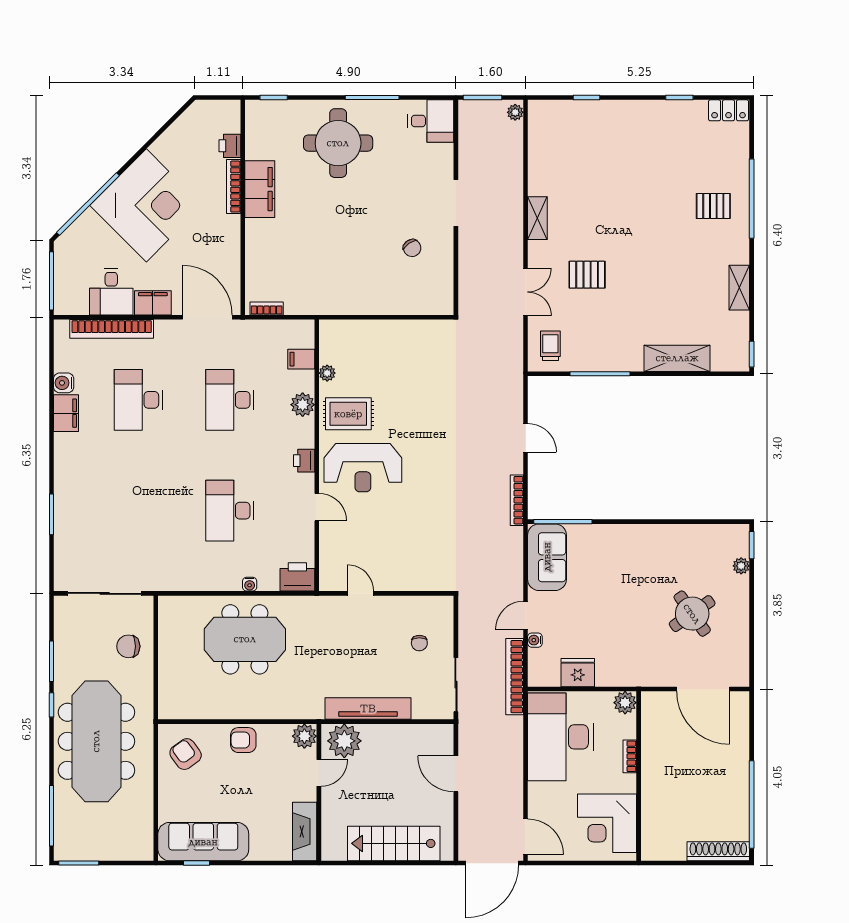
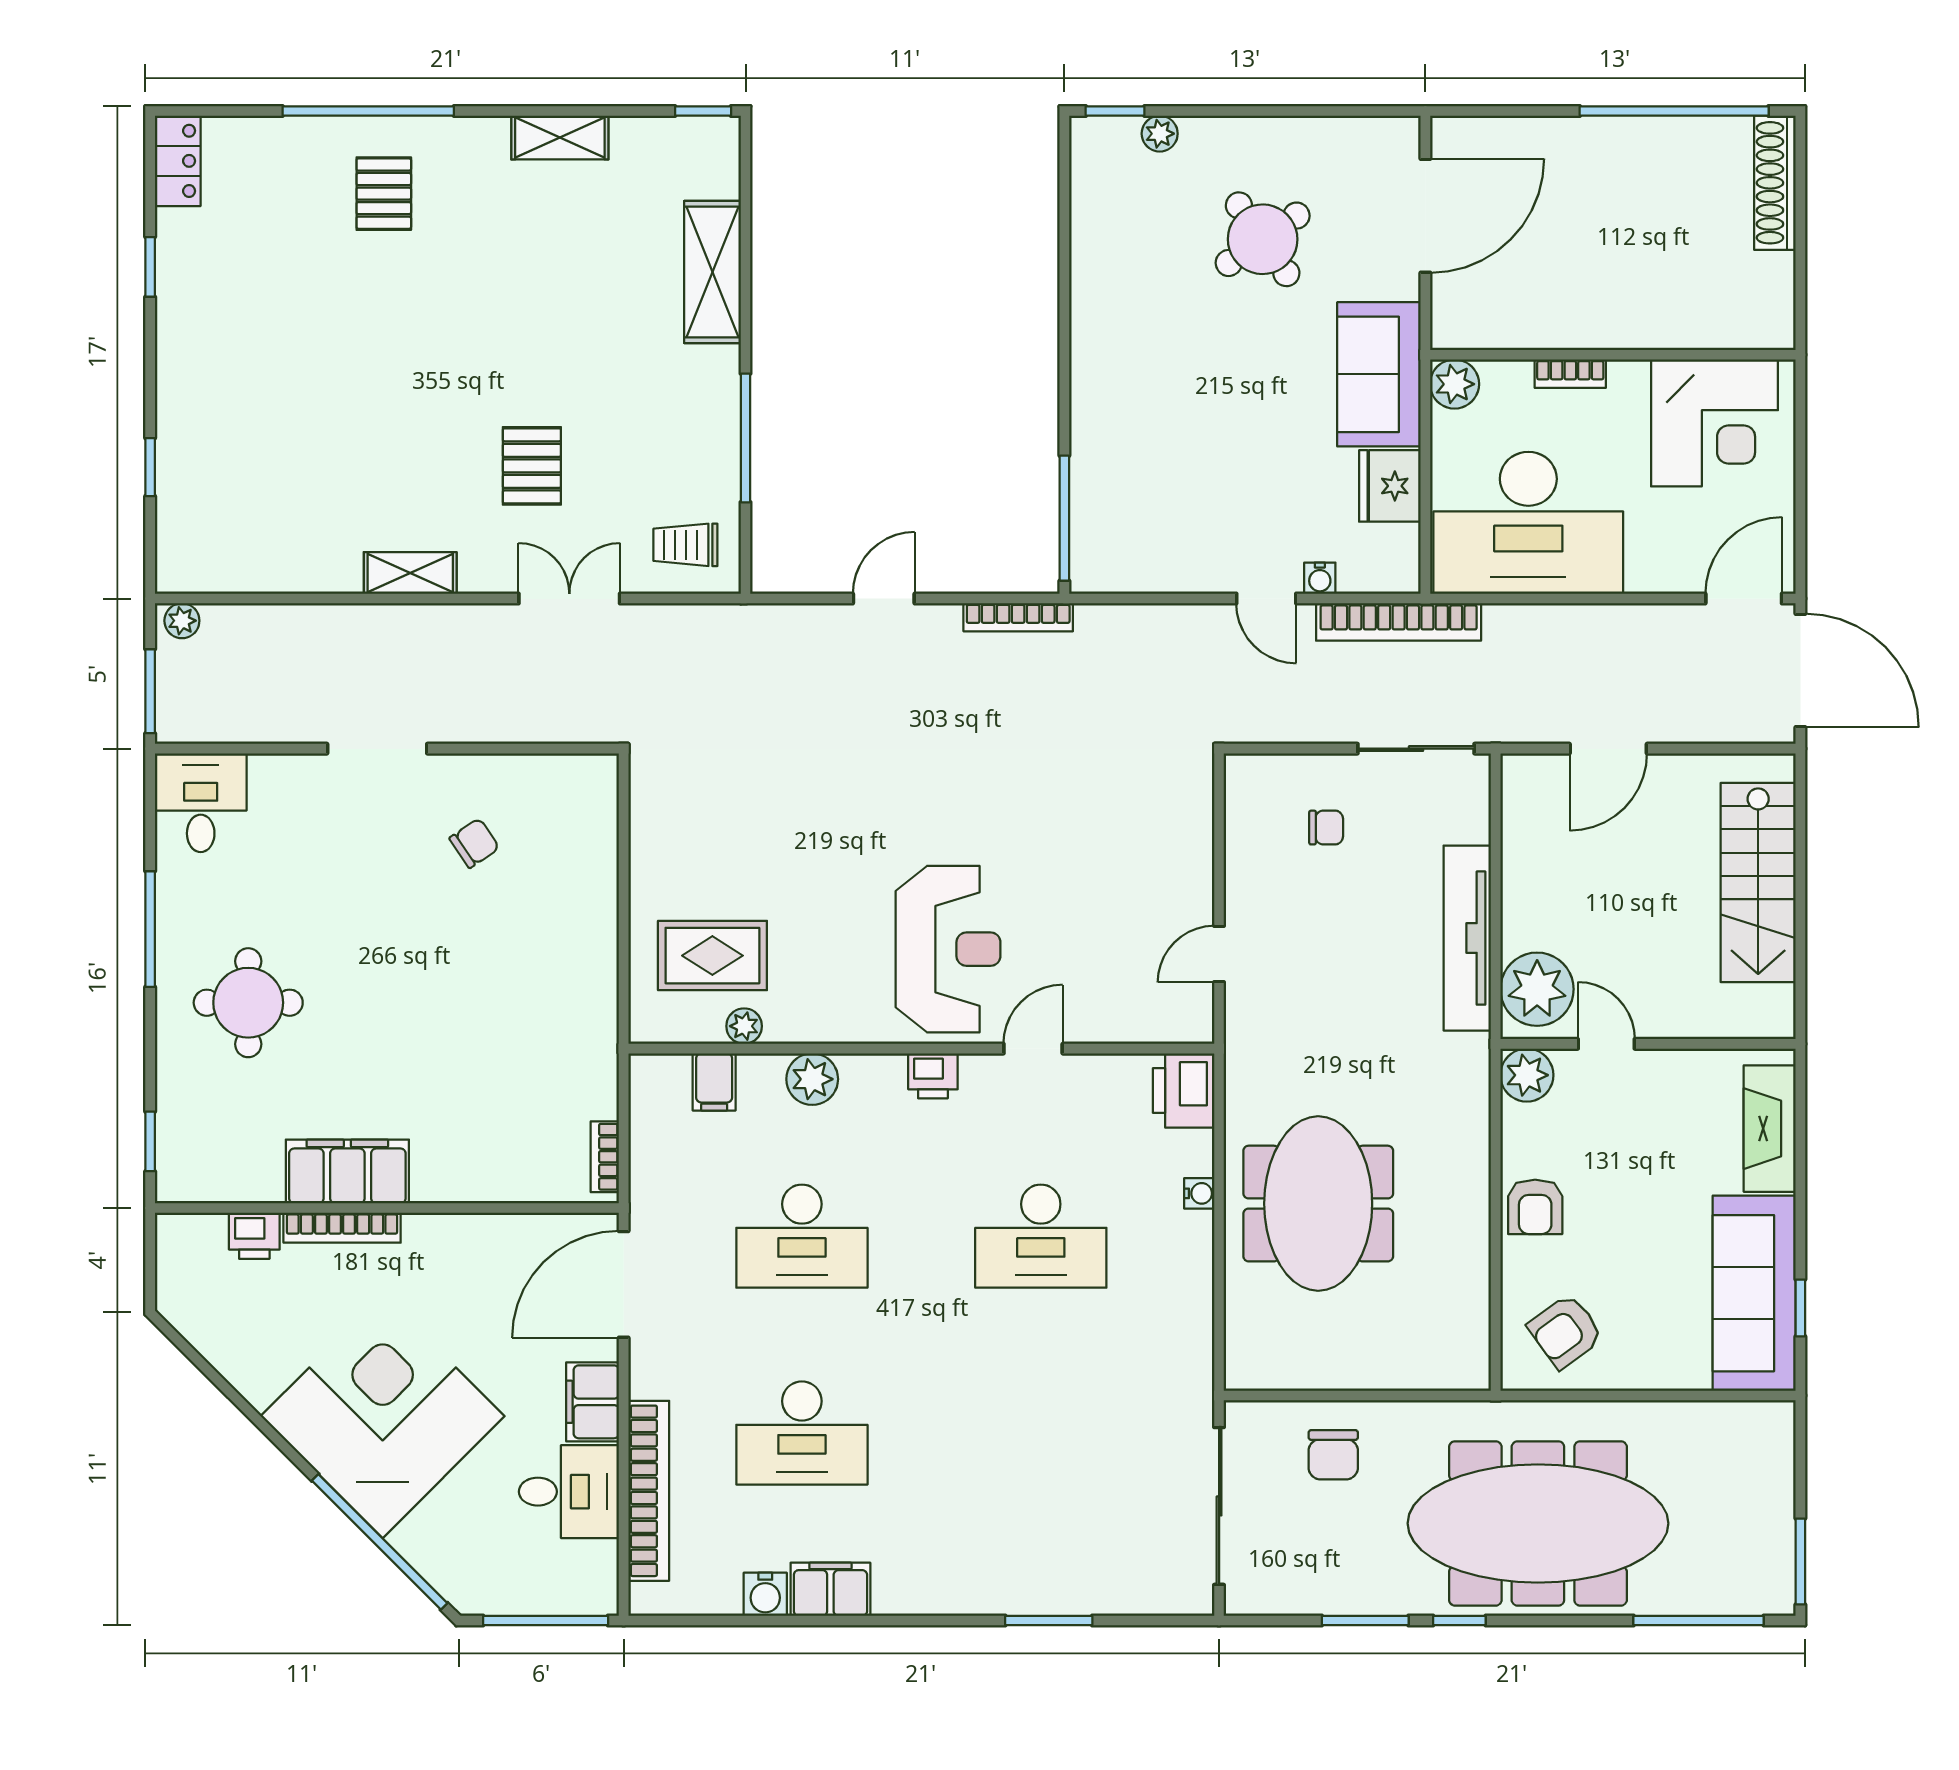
round table: (338, 143) -> (248, 1003), width x0.73, depth x0.73
rug: (348, 414) -> (712, 956), moved, turned 90
sofa: (547, 557) -> (1379, 374), moved, turned -90
fireplace: (305, 831) -> (1770, 1129), moved, turned 90

